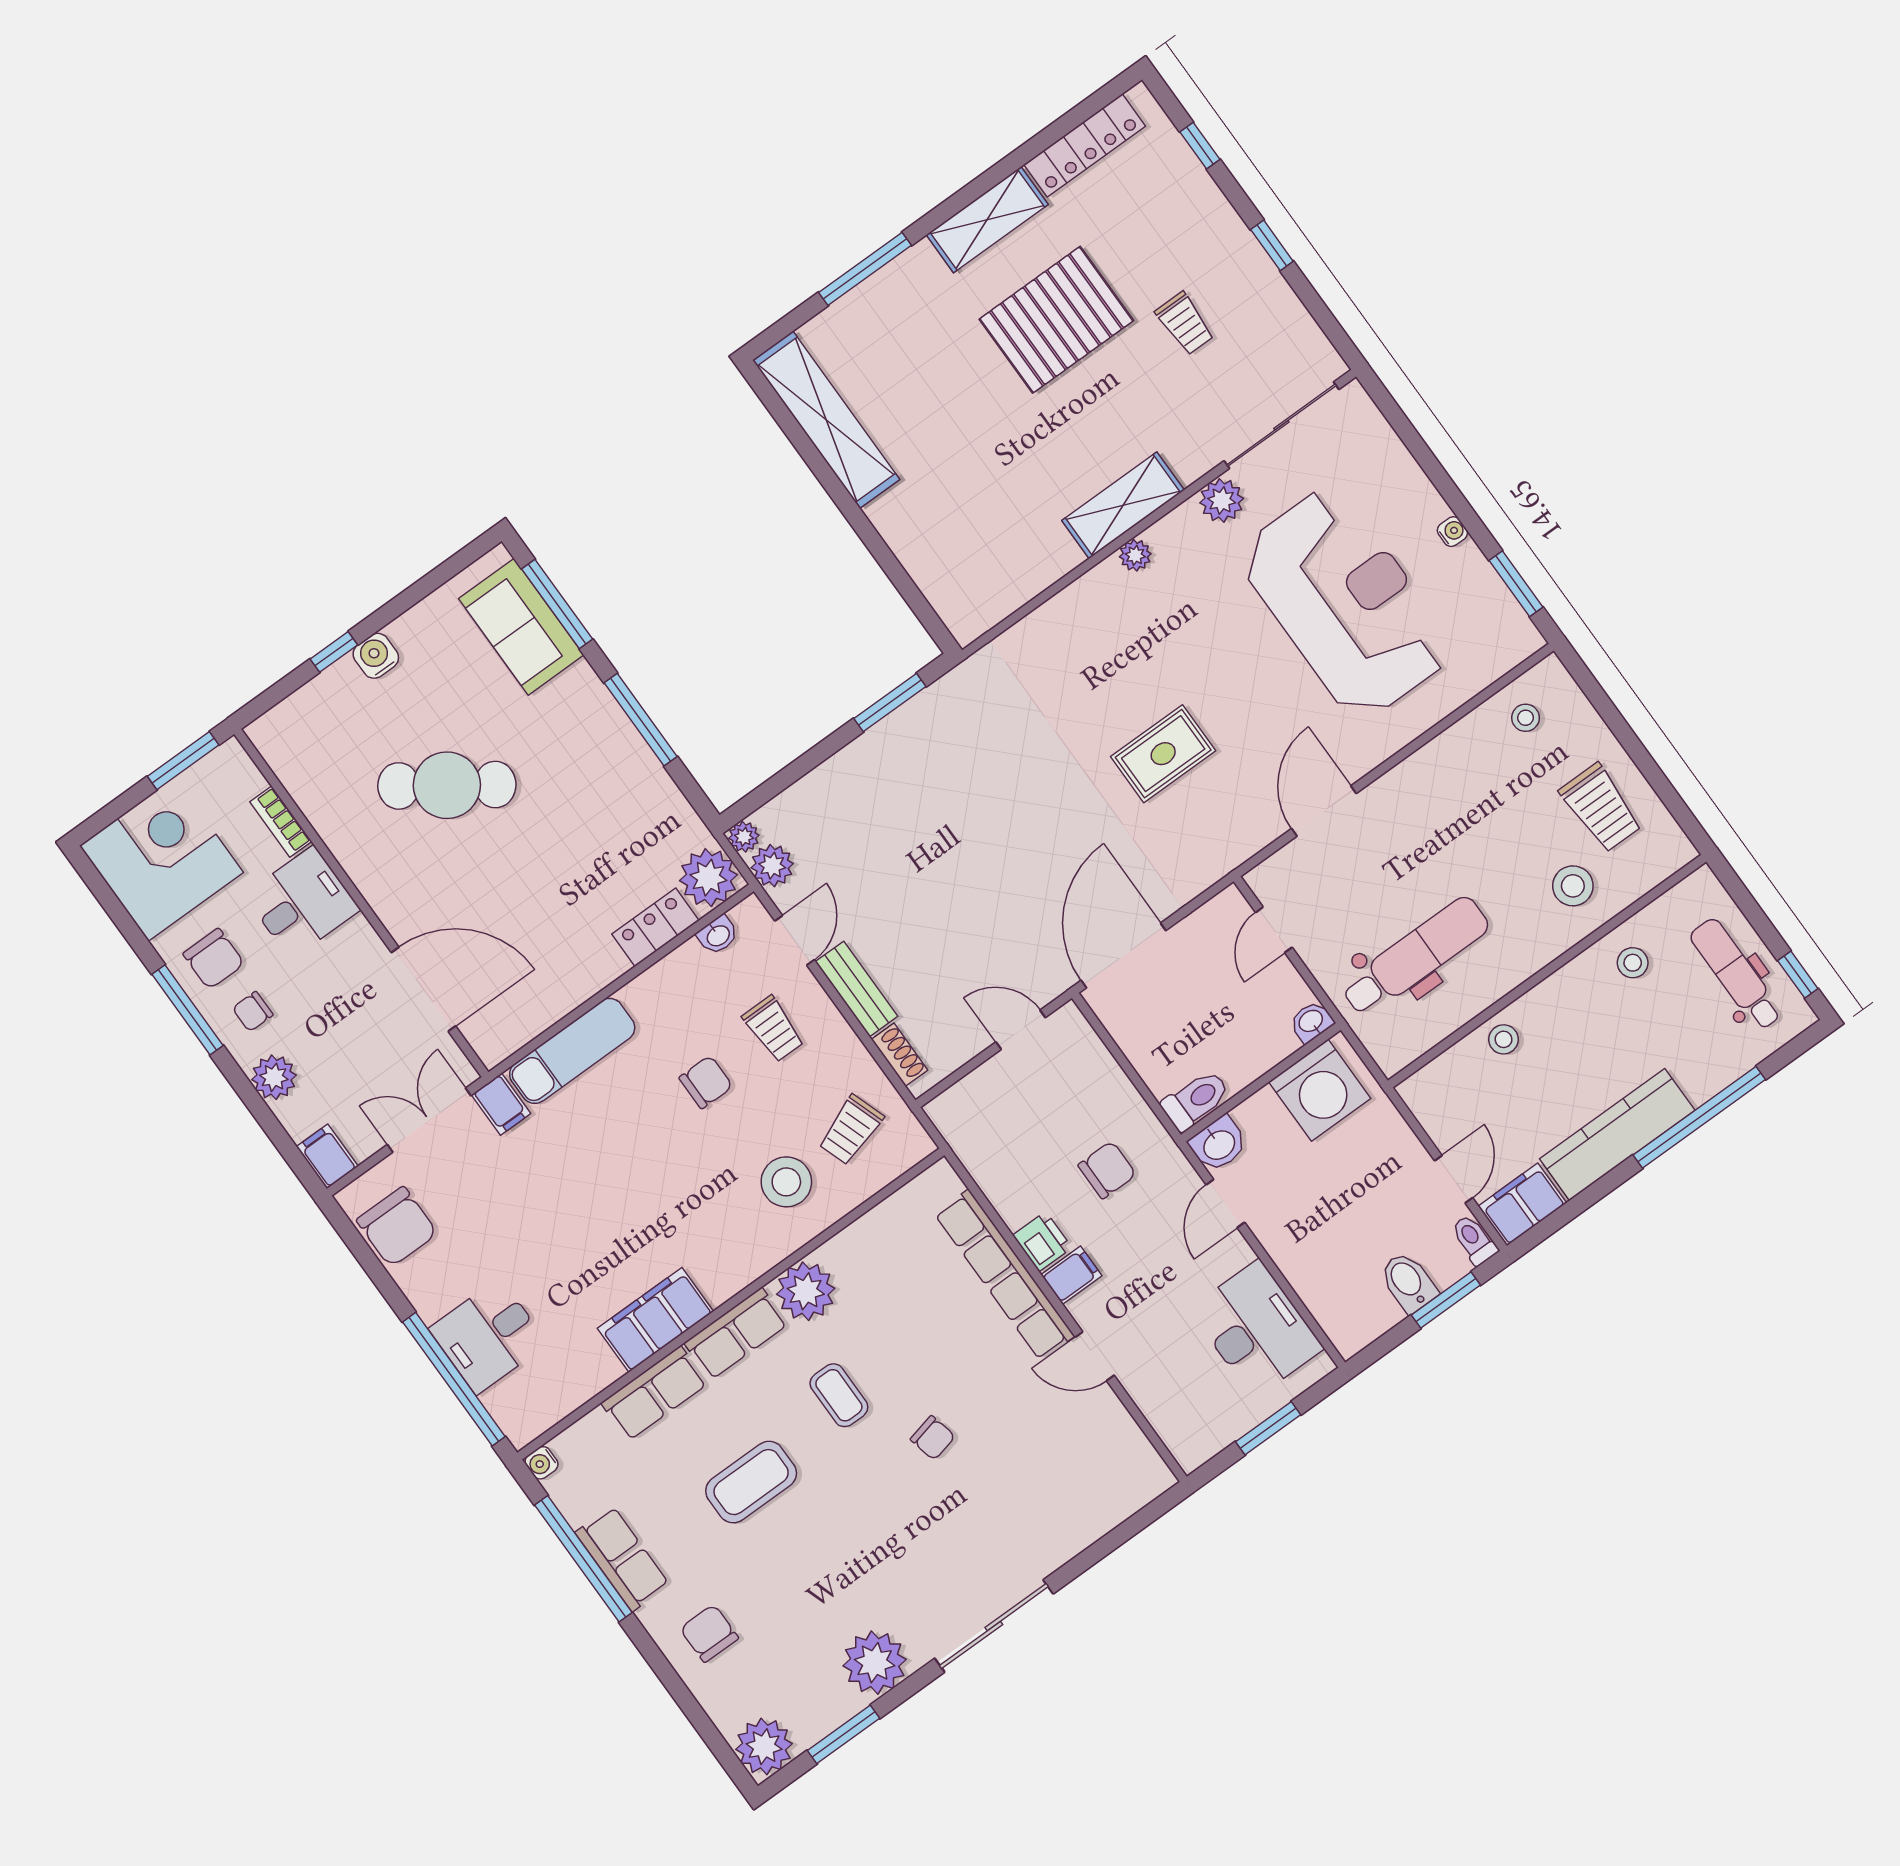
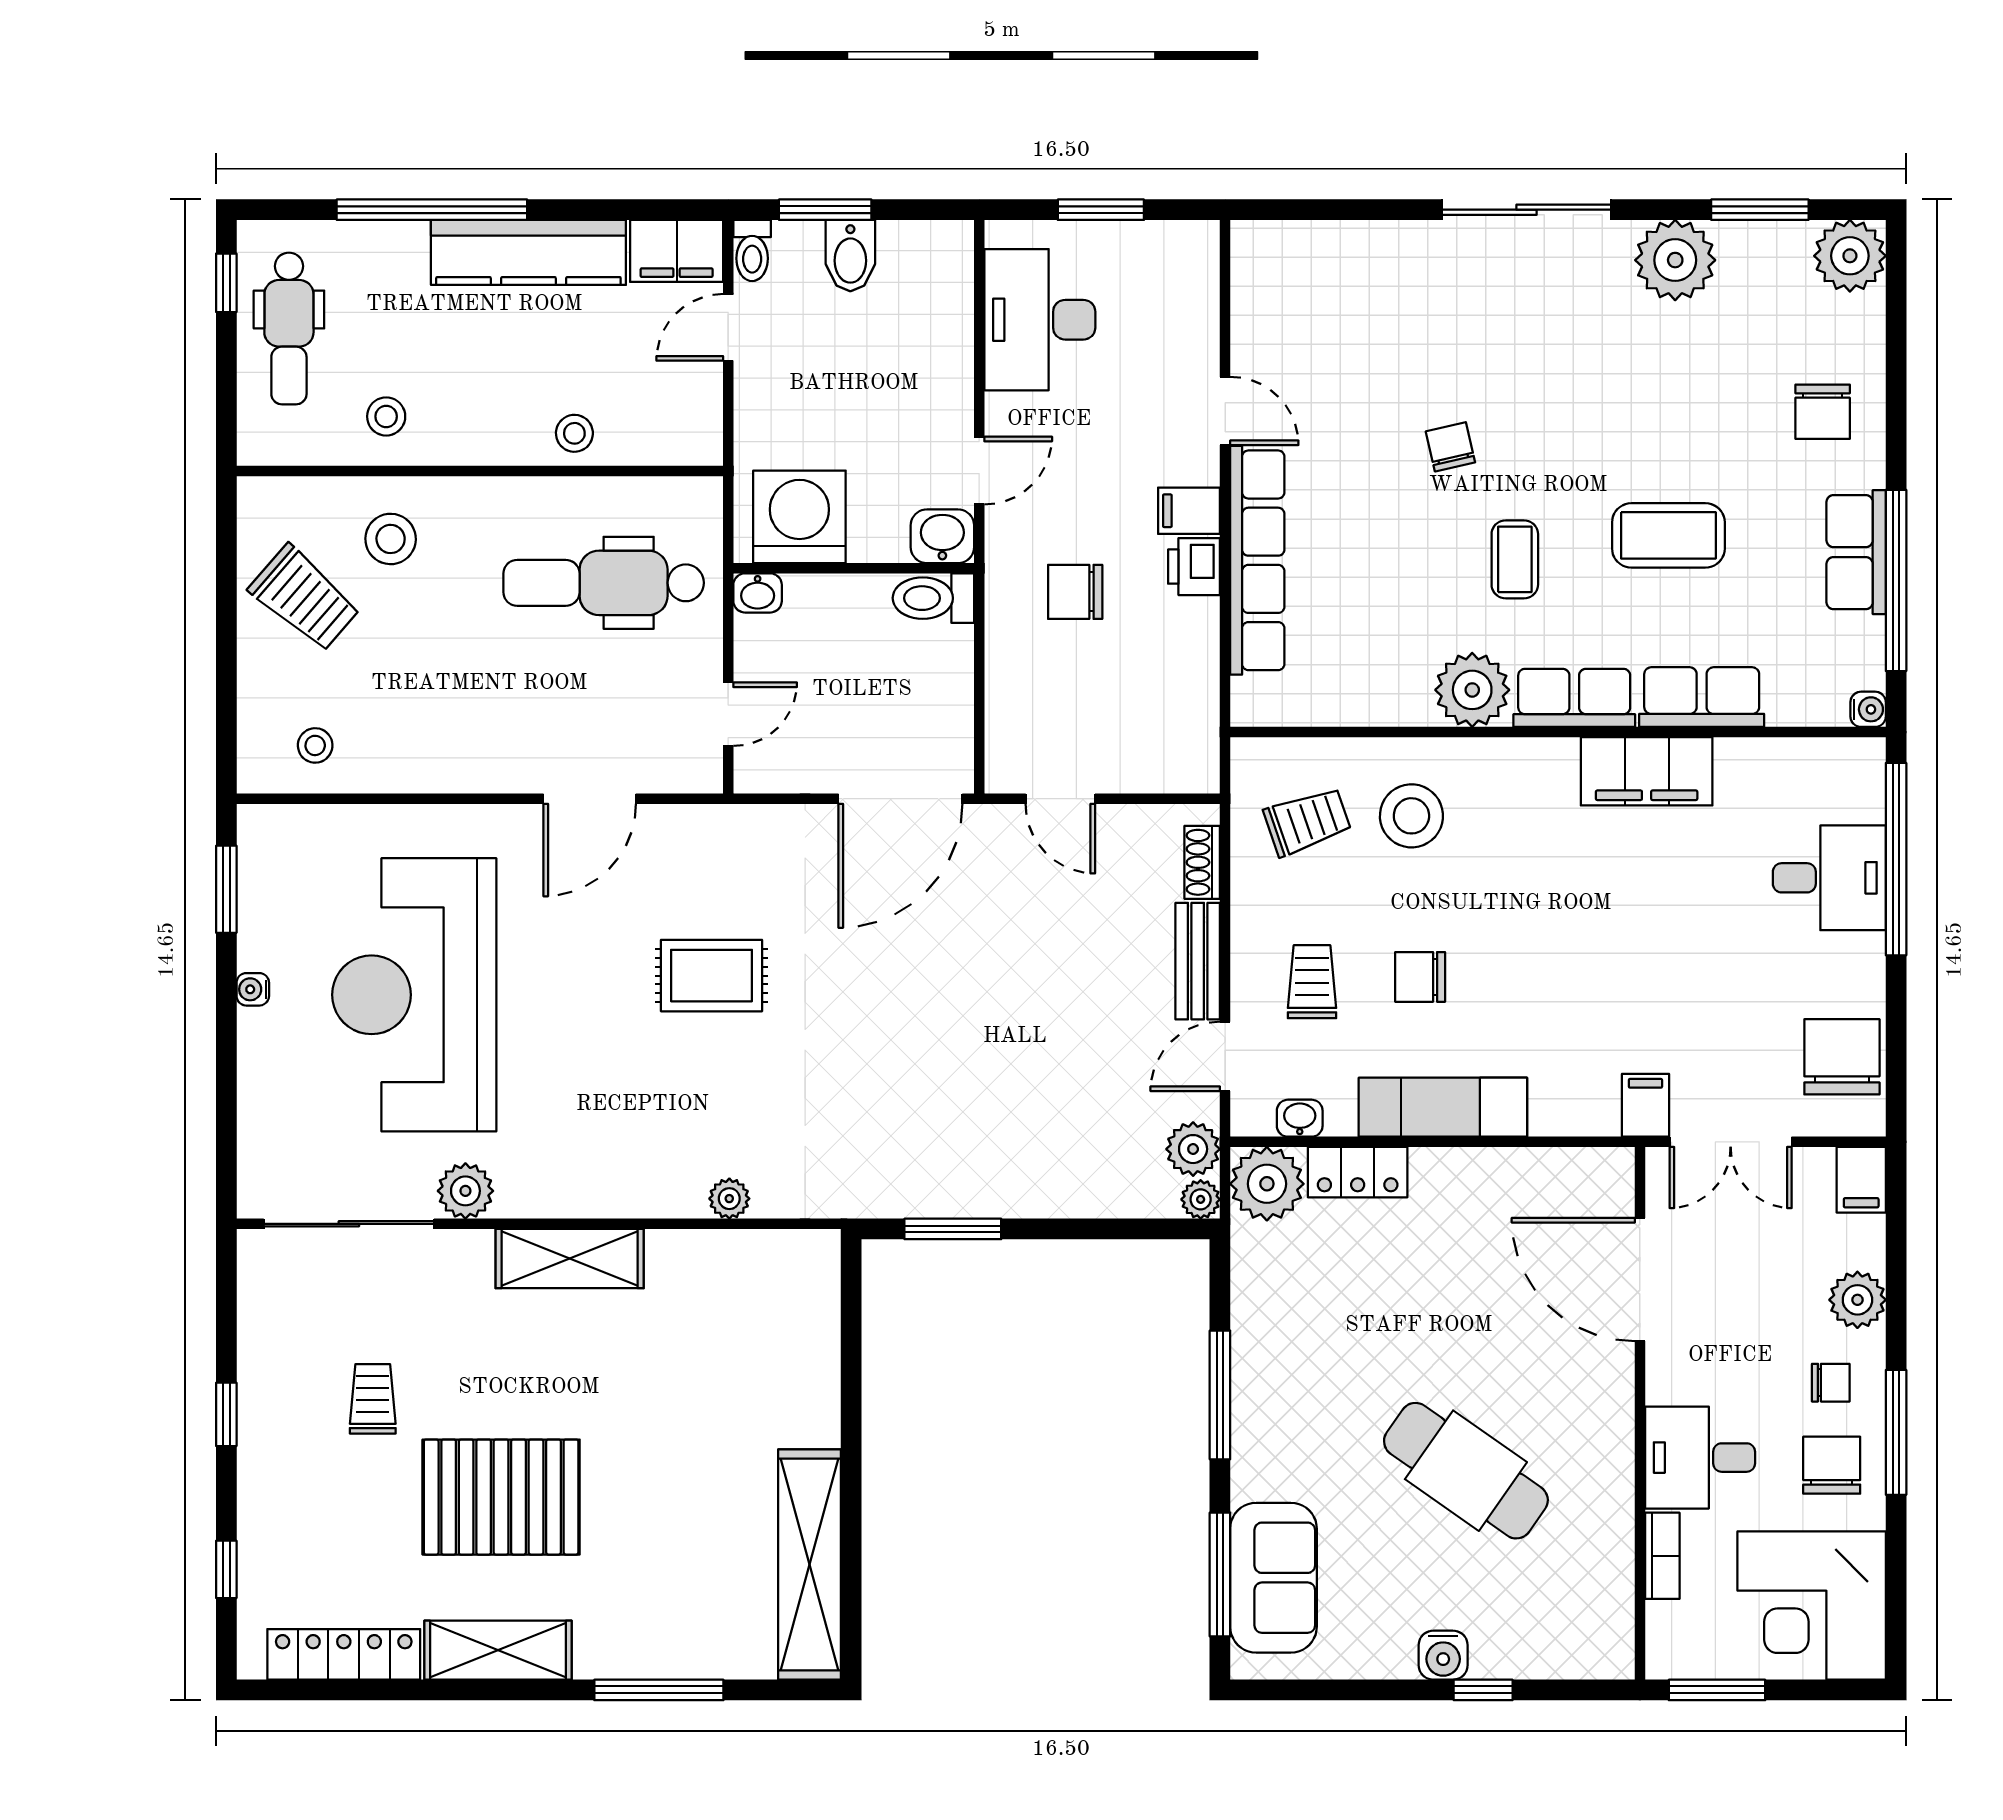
plant: (1135, 555) -> (729, 1199), moved
trolley: (1601, 808) -> (305, 598), turned 131
exam couch: (572, 1051) -> (1443, 1107), moved

